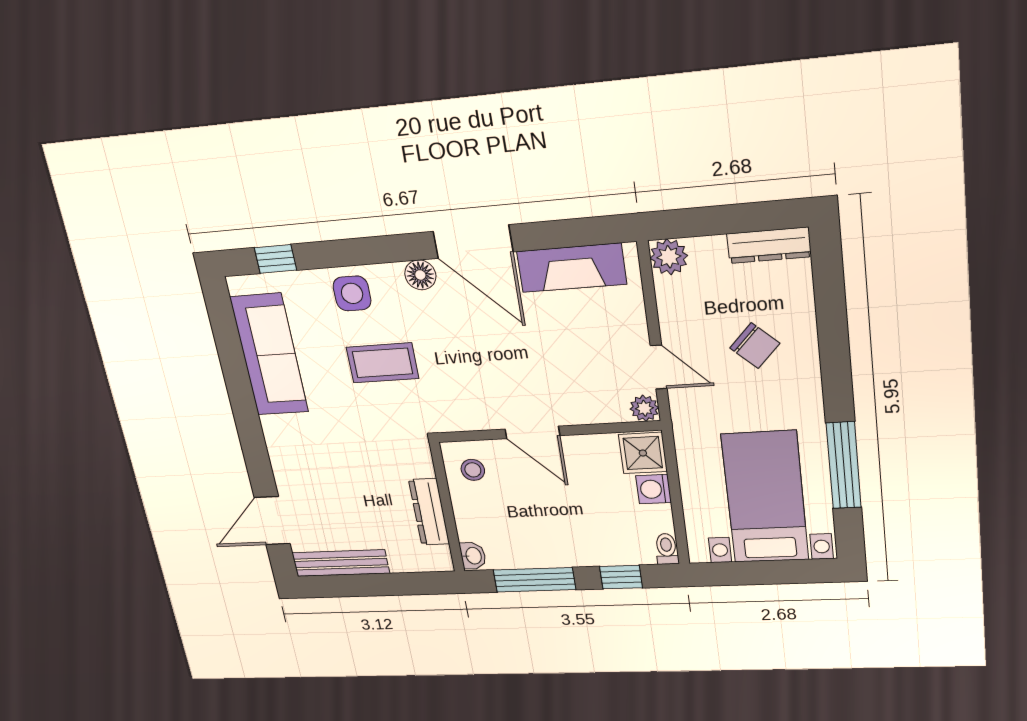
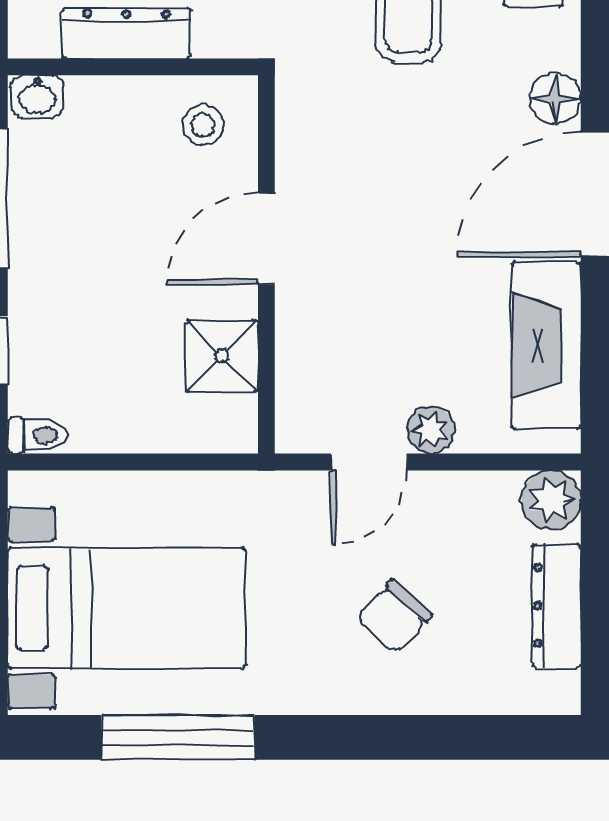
dresser: (769, 245) -> (557, 606), moved
plant: (644, 408) -> (431, 430), moved
shower: (643, 453) -> (222, 356), moved
washing machine: (654, 489) -> (151, 427), removed

